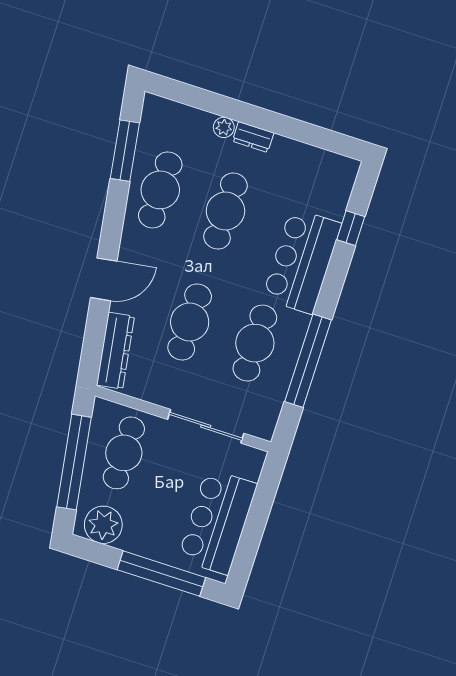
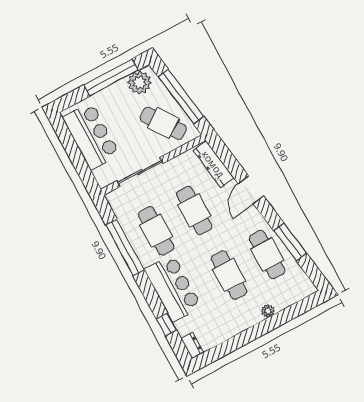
dresser: (253, 137) -> (192, 346), moved, turned 90
window: (125, 151) -> (290, 242), moved
cafe table: (124, 453) -> (163, 123), turned -35
window: (161, 574) -> (111, 77), moved

